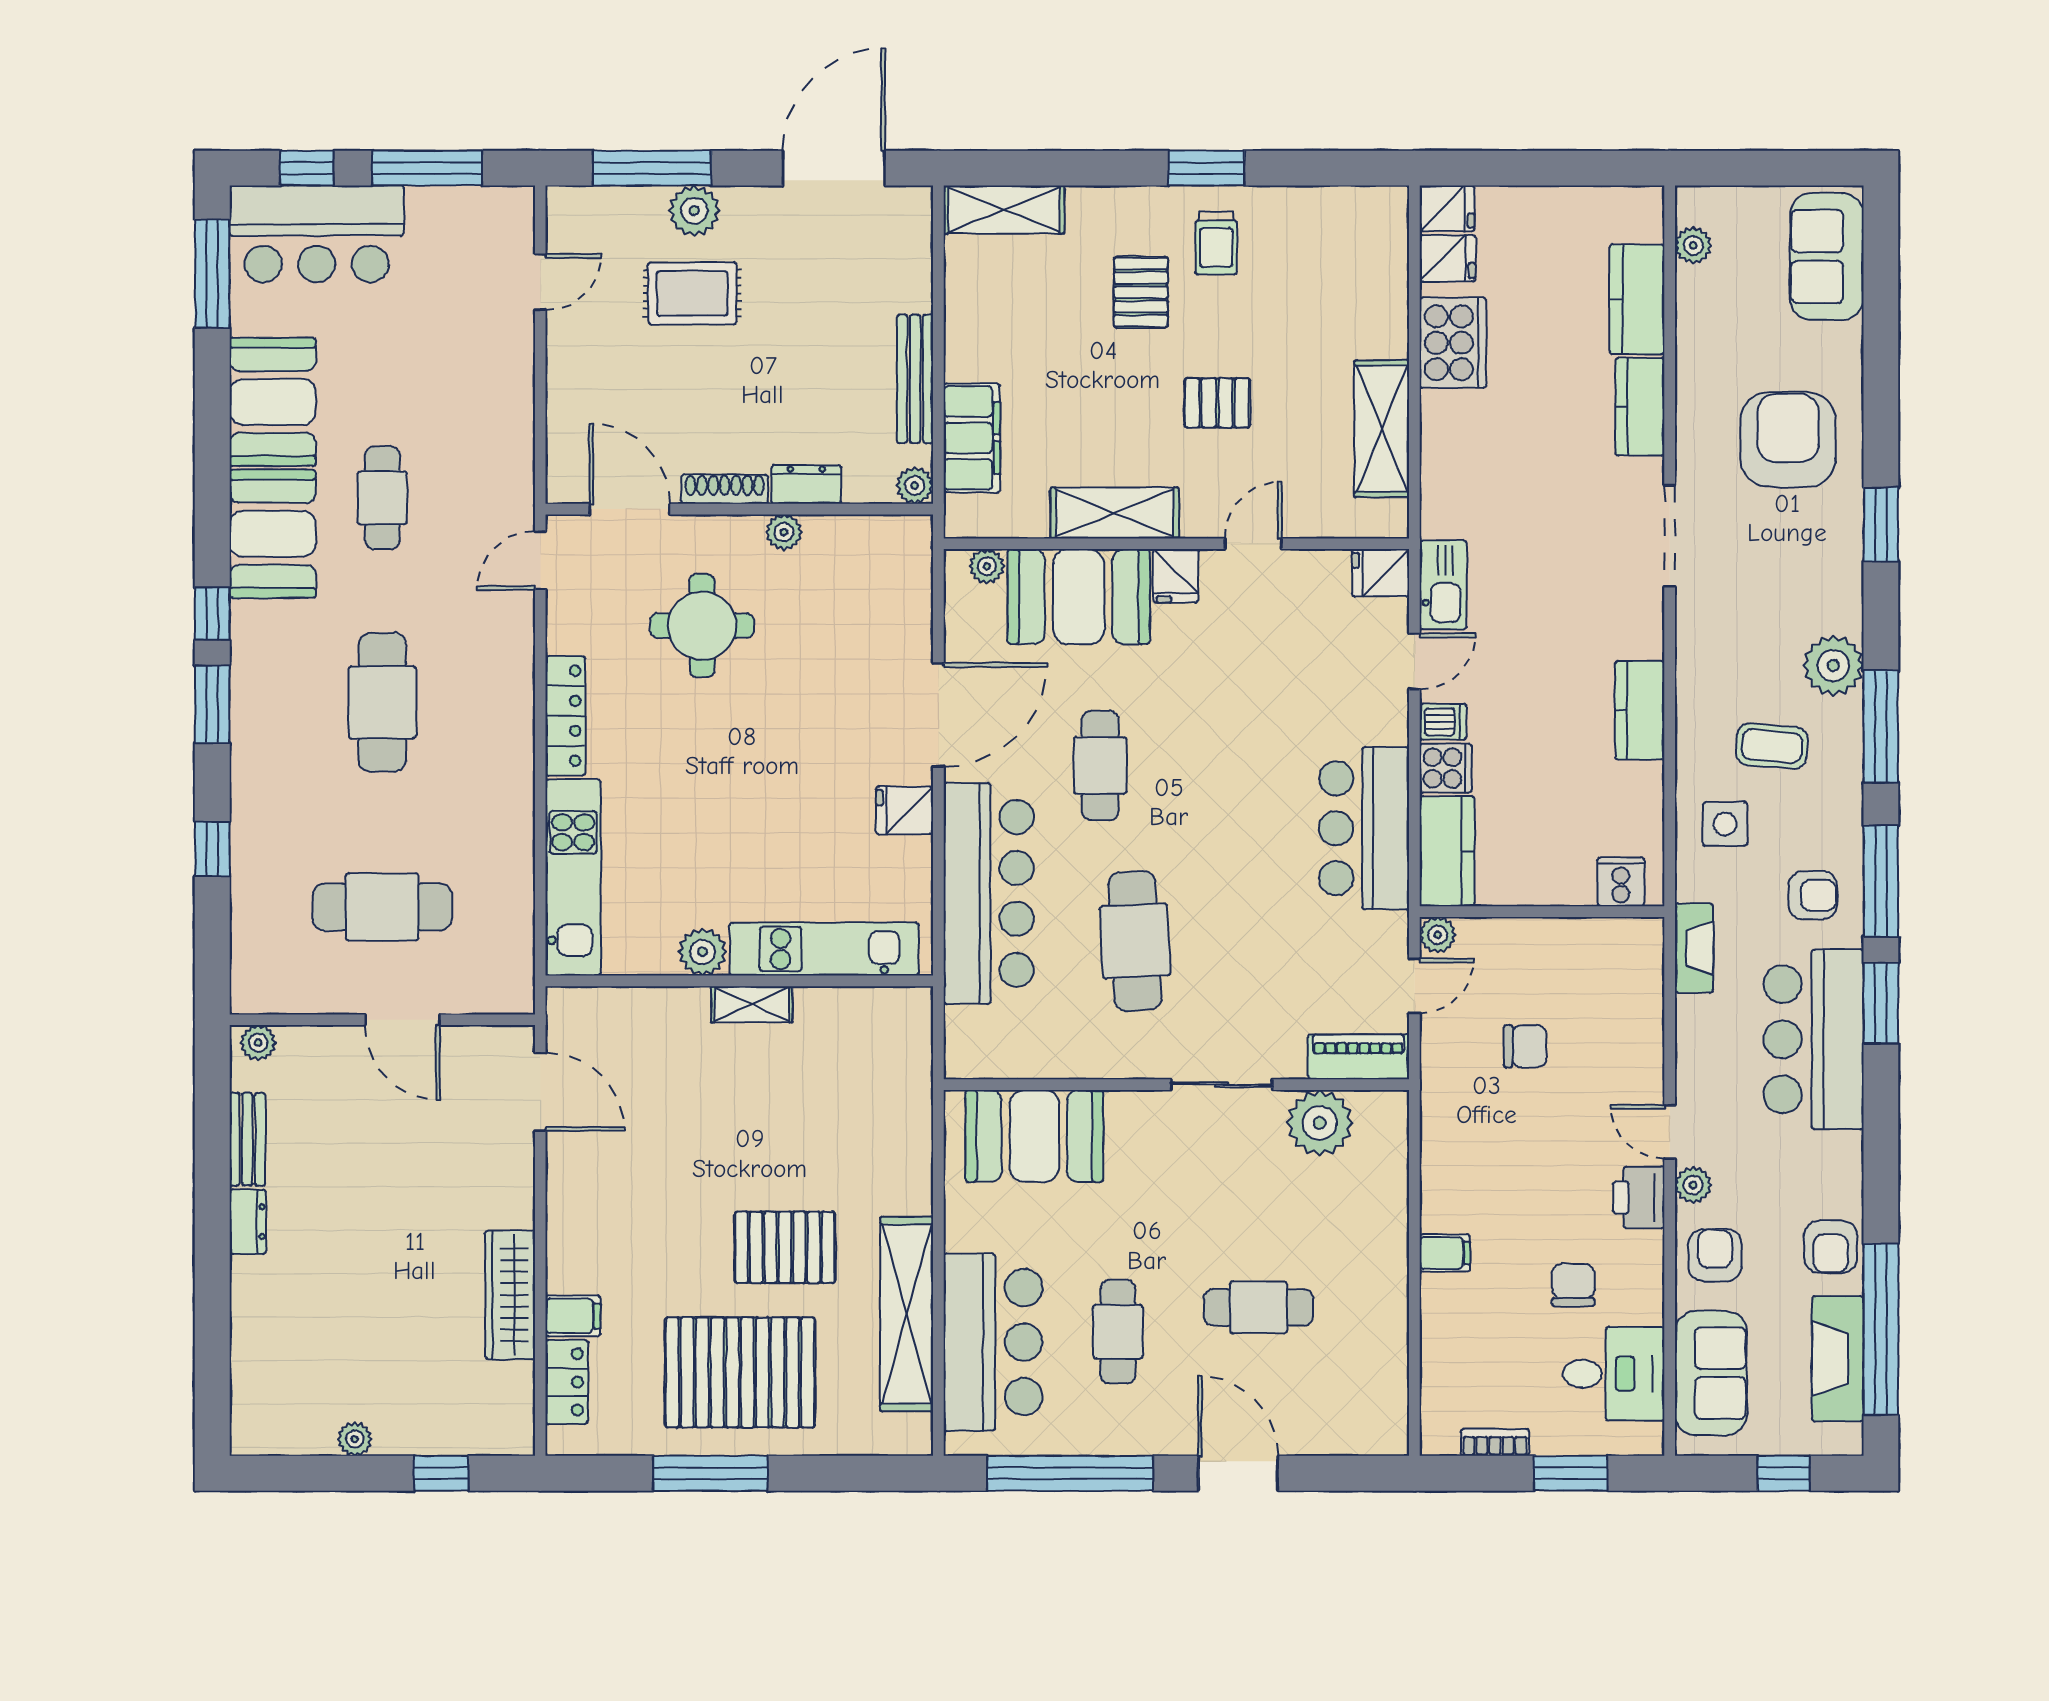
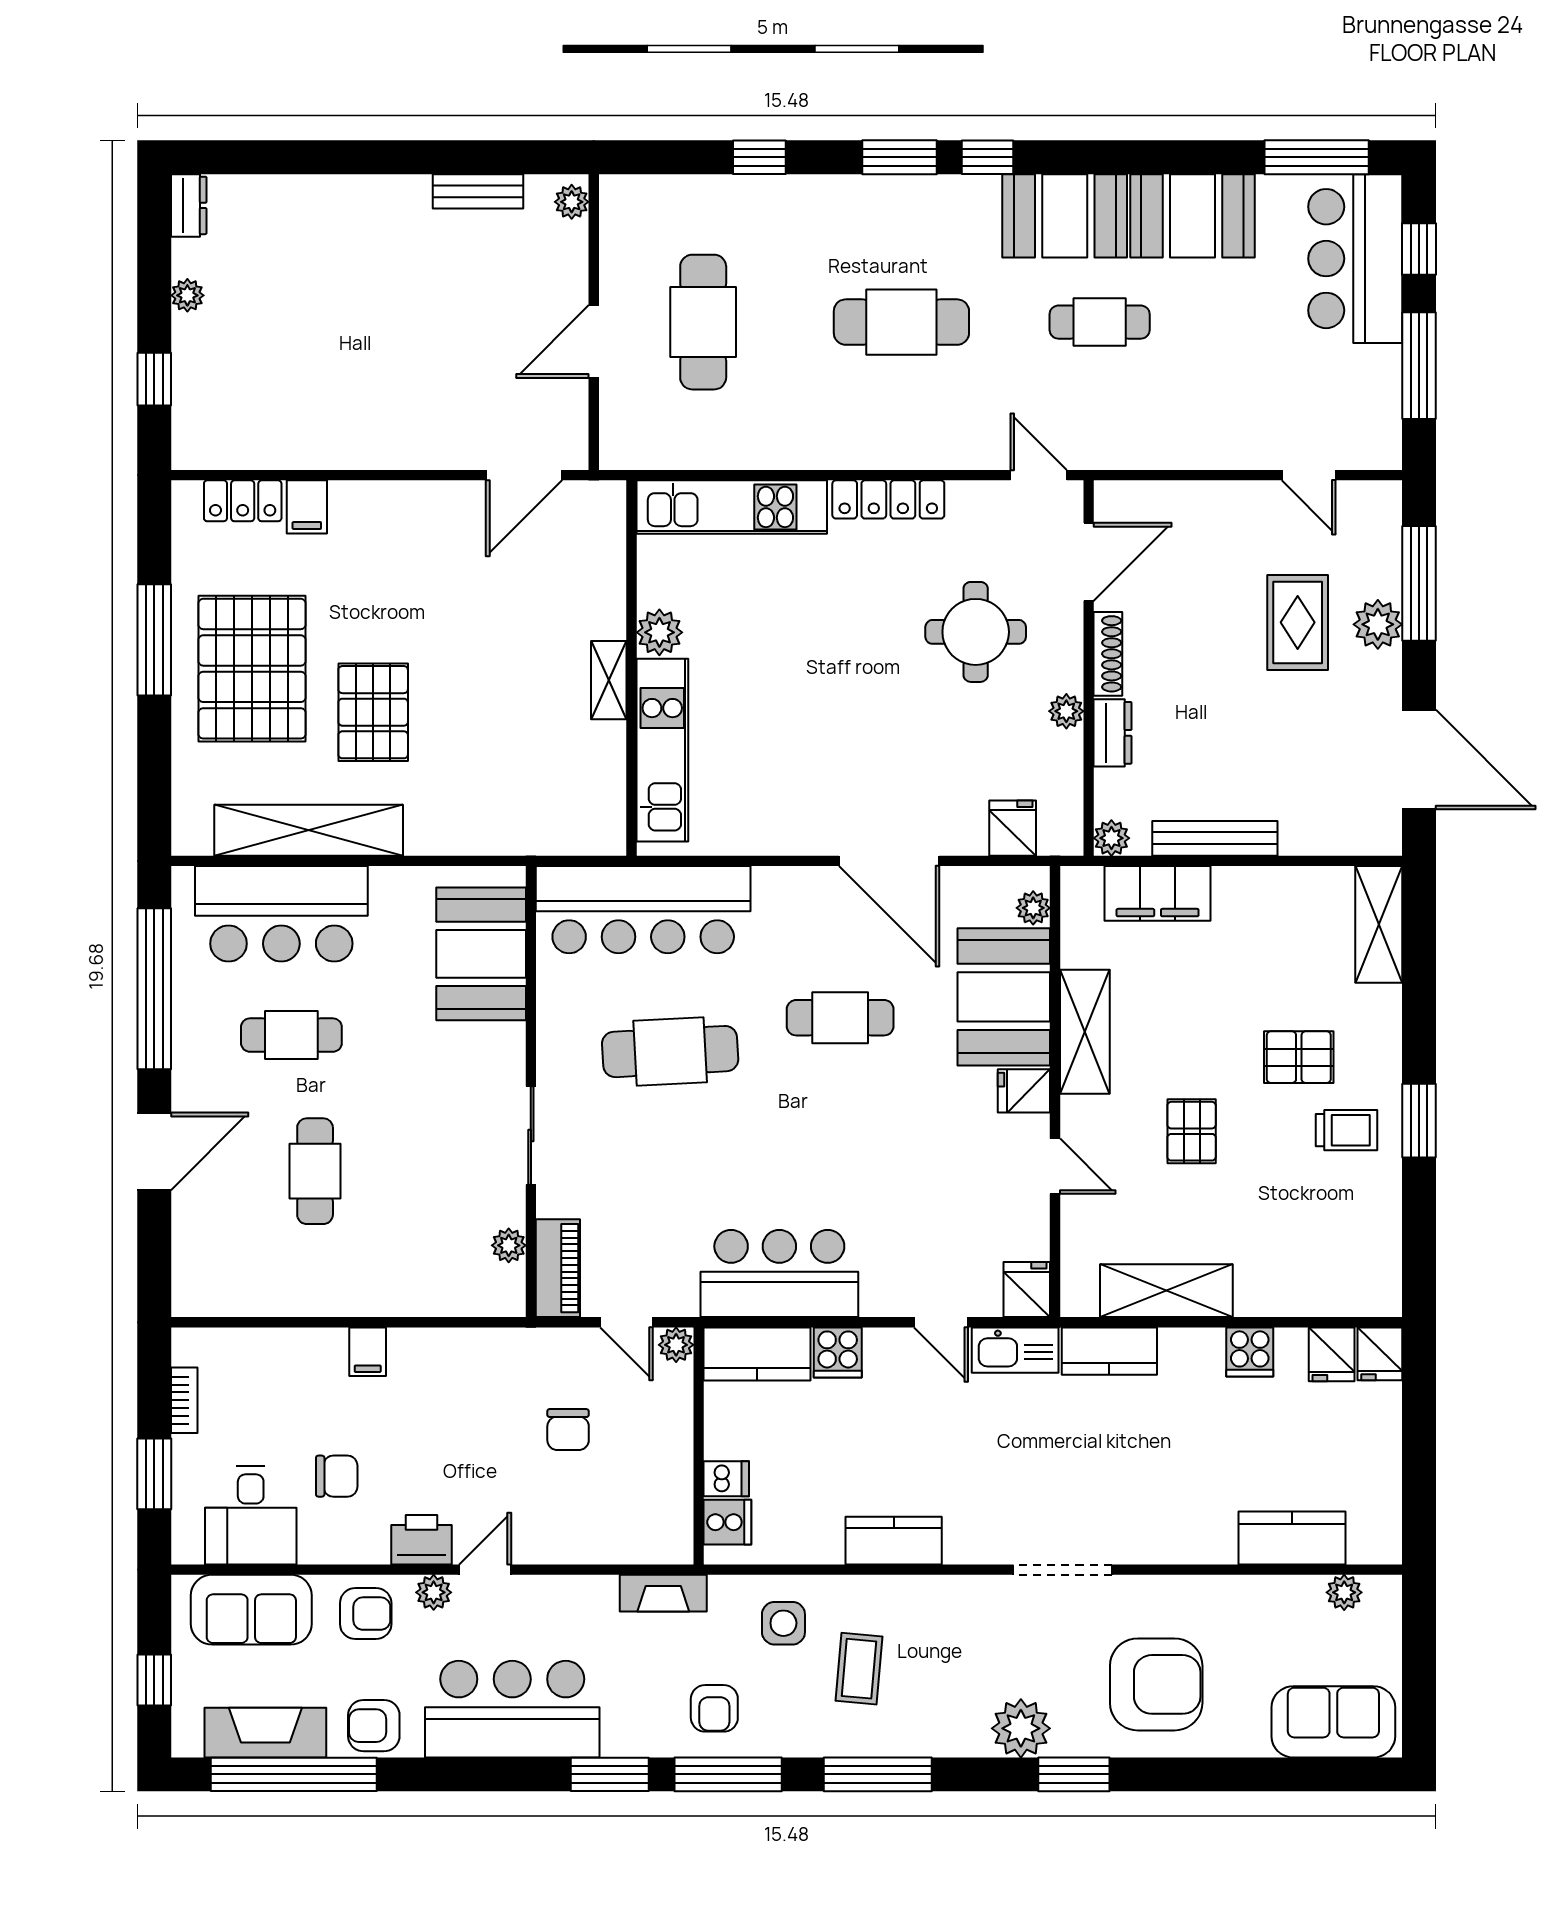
trolley: (1216, 243) -> (1346, 1130), turned 180
cooker: (1453, 343) -> (1250, 1352), width x0.53, depth x0.76
kitchen counter: (1640, 407) -> (1109, 1351), moved, turned 180
plant: (1833, 666) -> (1021, 1728), moved
dishwasher: (1443, 722) -> (726, 1479), moved, turned -90
fridge: (905, 810) -> (1013, 828), moved
bar counter: (989, 893) -> (643, 910), moved
bar counter: (1814, 1039) -> (512, 1709), moved
plant: (1320, 1123) -> (509, 1245), width x0.53, depth x0.53
dresser: (248, 1222) -> (189, 205), moved, turned -90
wardrobe: (510, 1295) -> (327, 446), removed

